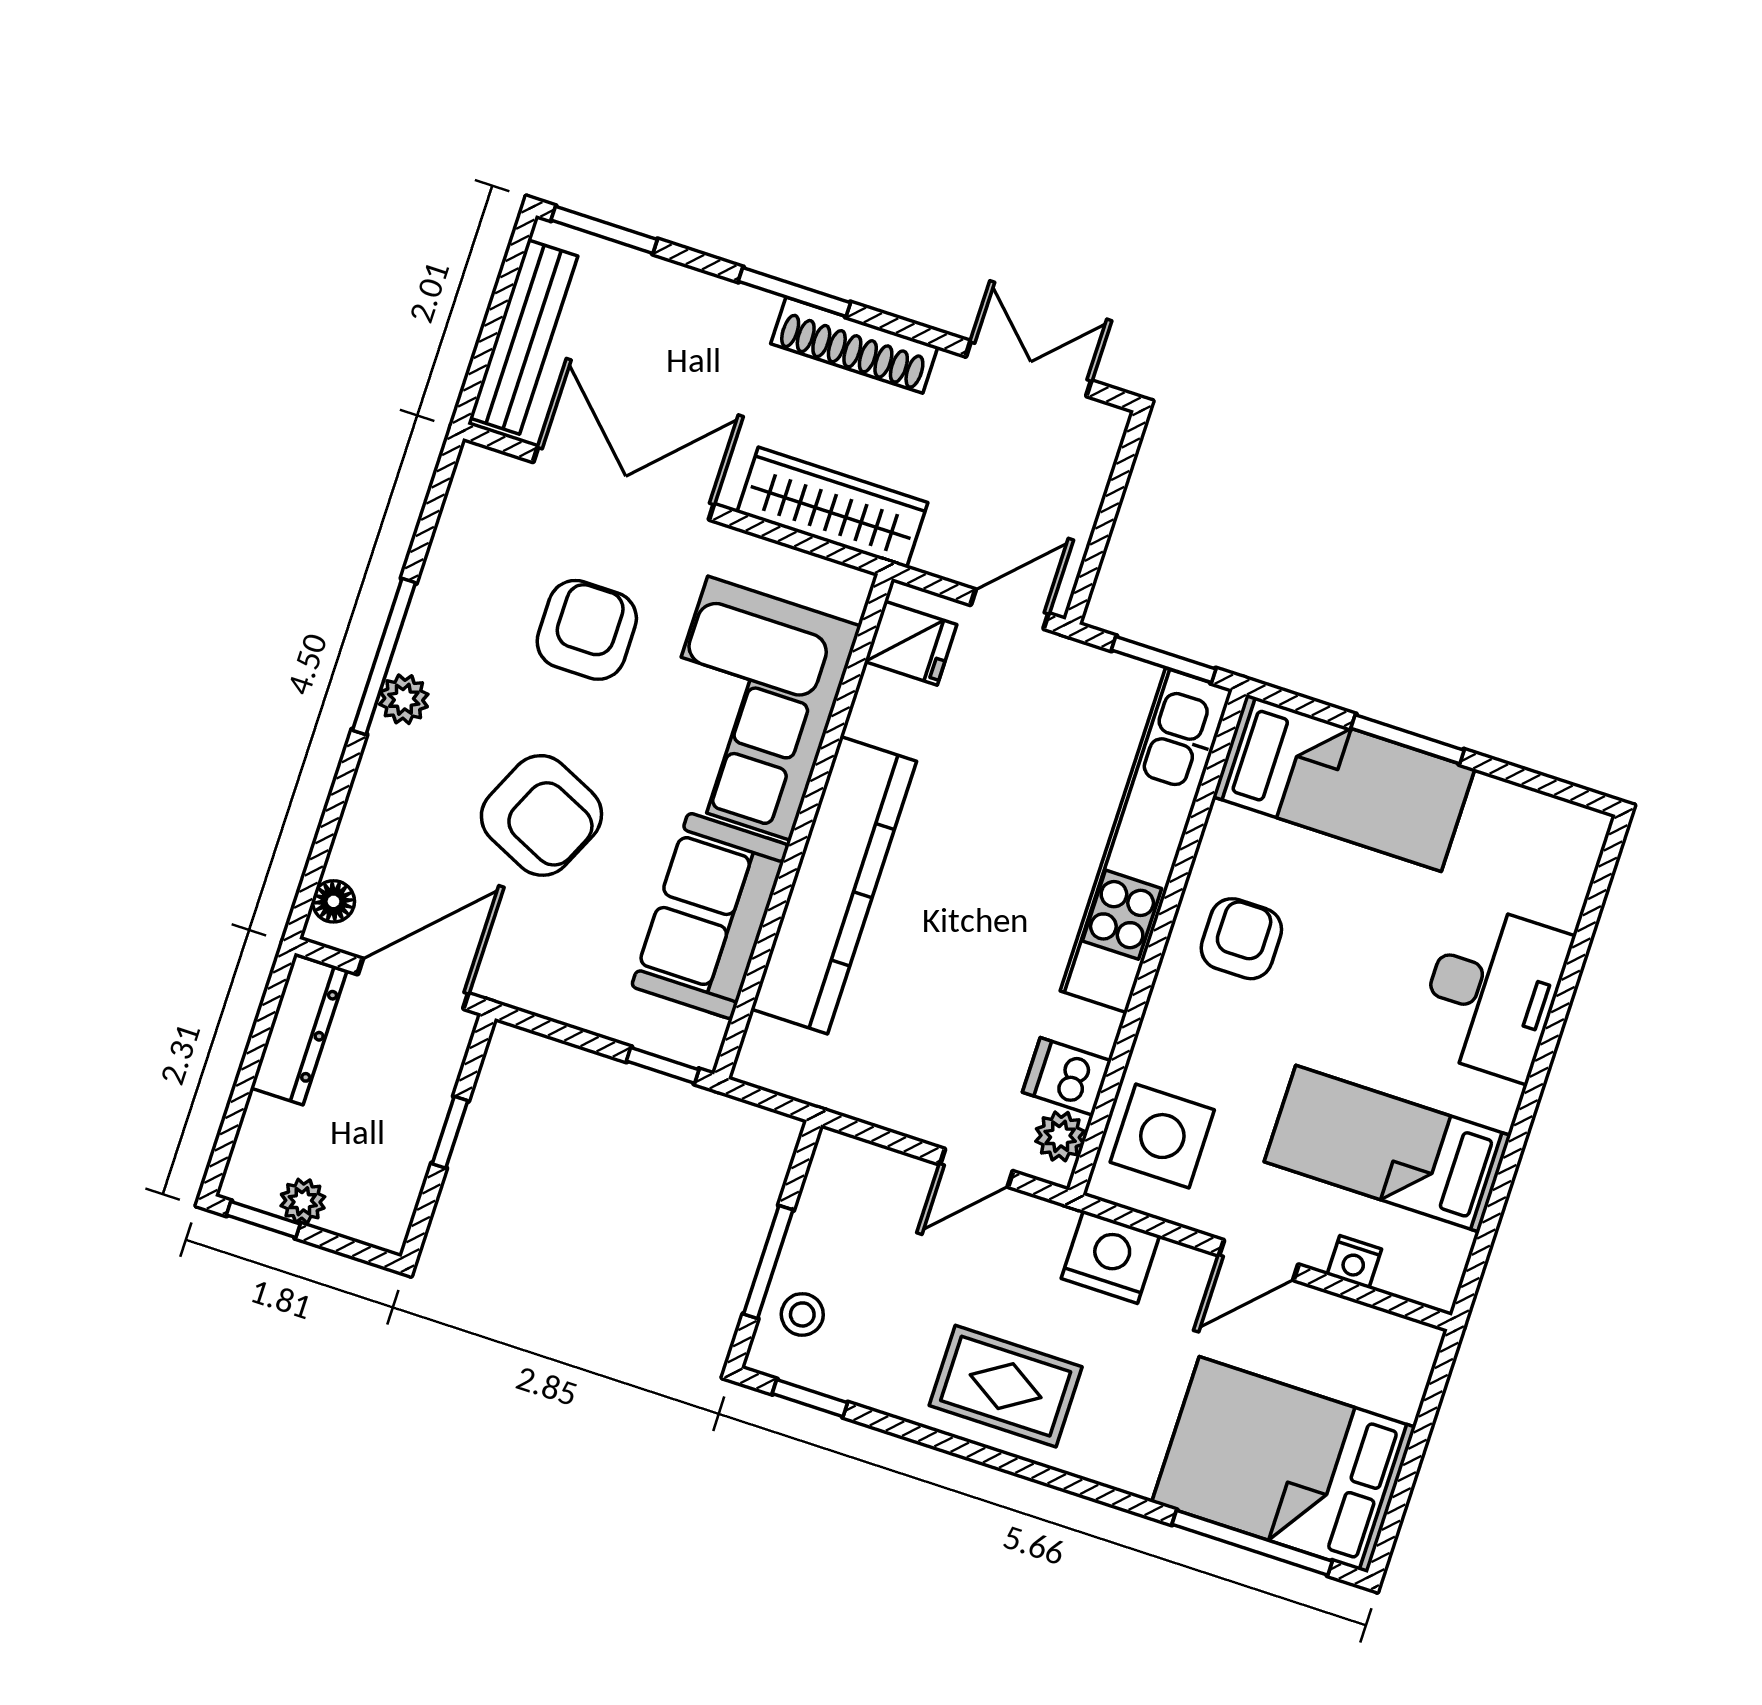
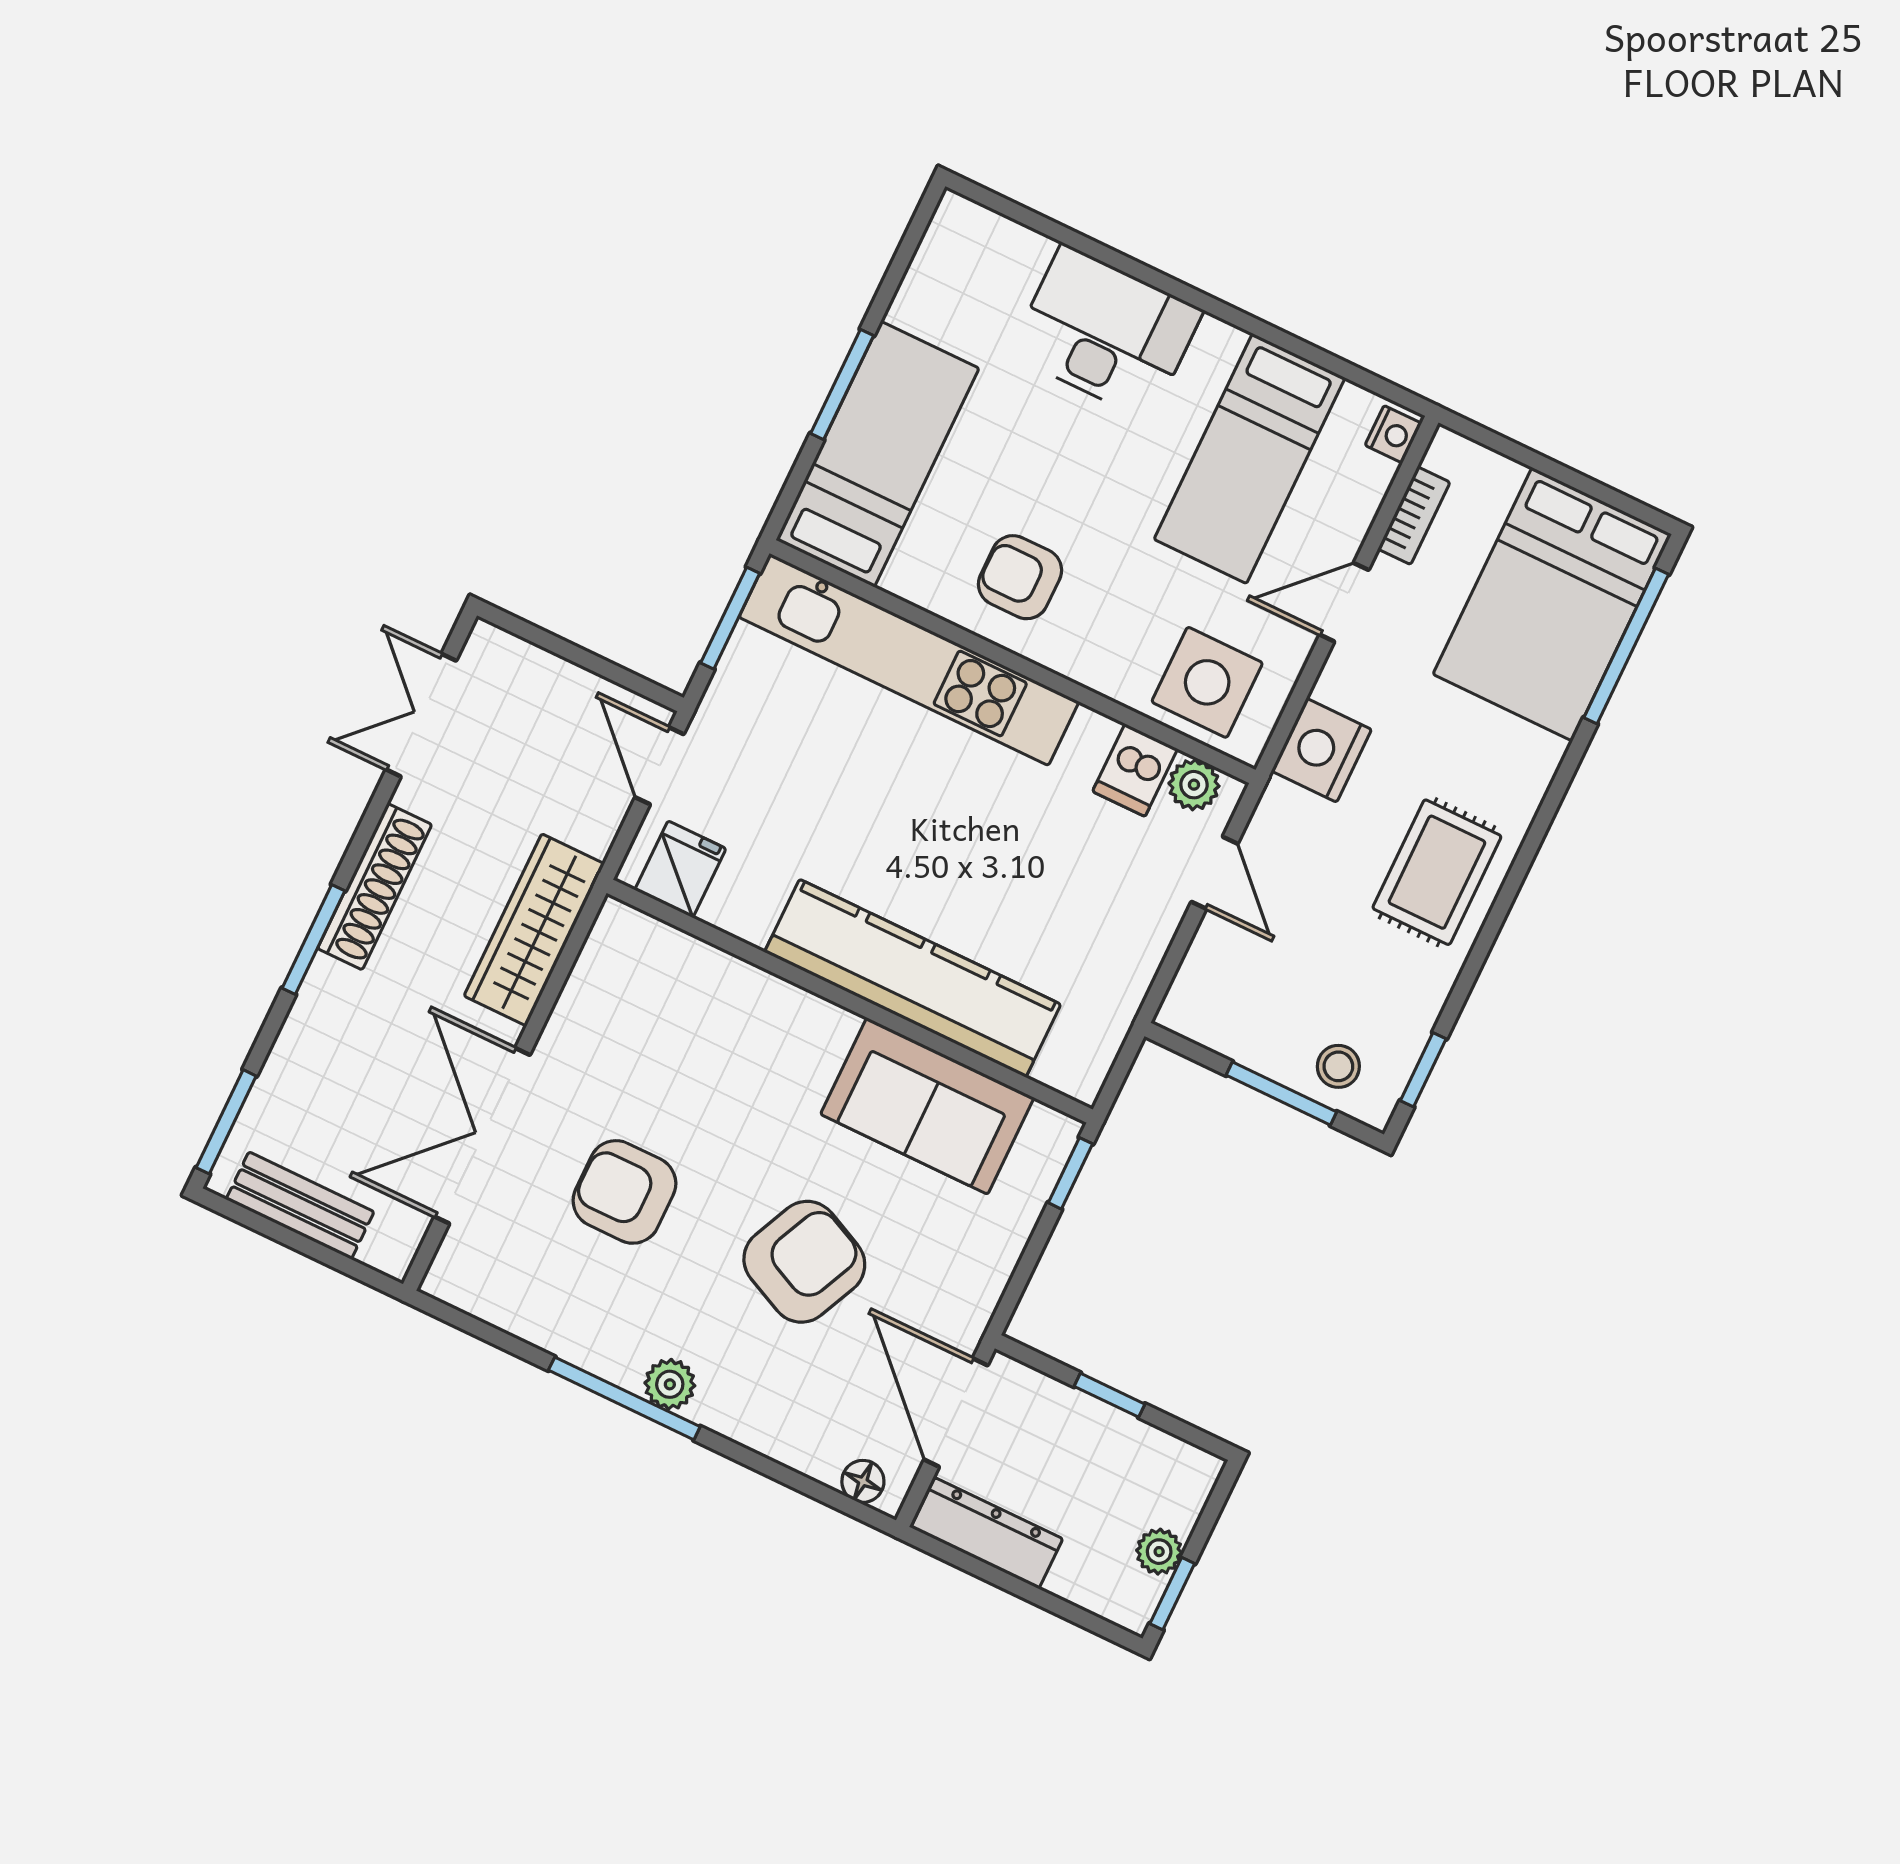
bench: (524, 337) -> (300, 1206), width x0.73
corner sofa: (749, 708) -> (724, 1039), removed
door: (1259, 1260) -> (1344, 602), swing flipped
nightstand: (1354, 1262) -> (1393, 434), moved
bookcase: (1353, 1317) -> (1414, 516), added

